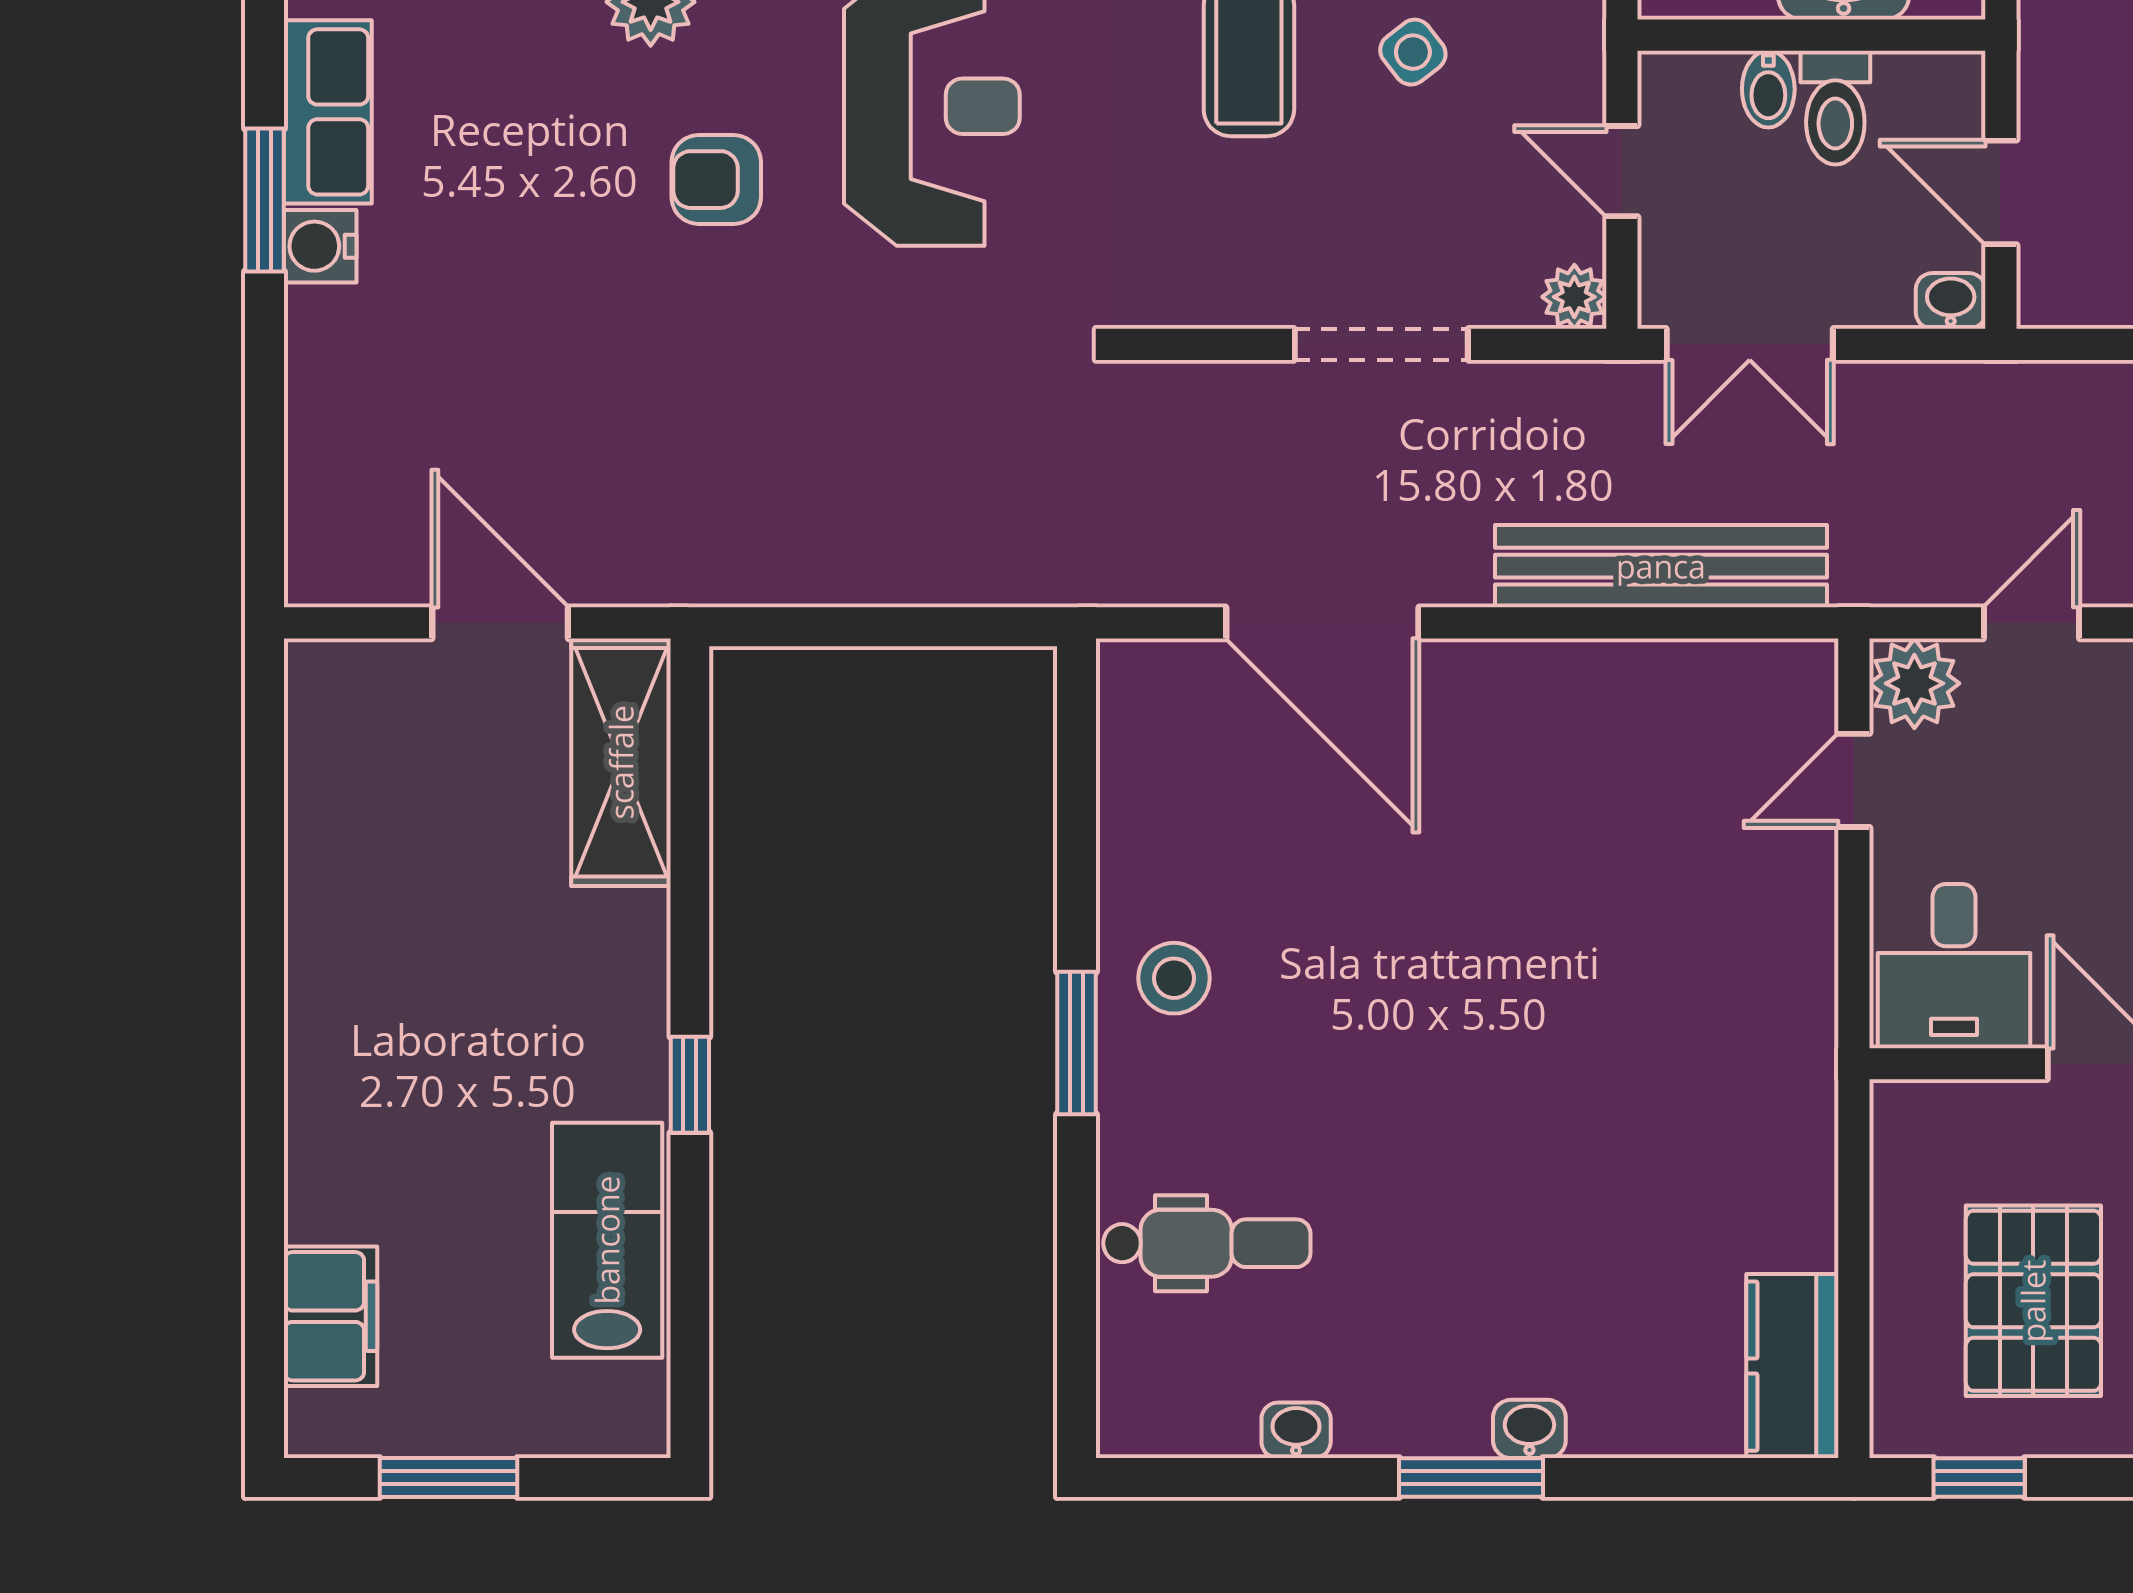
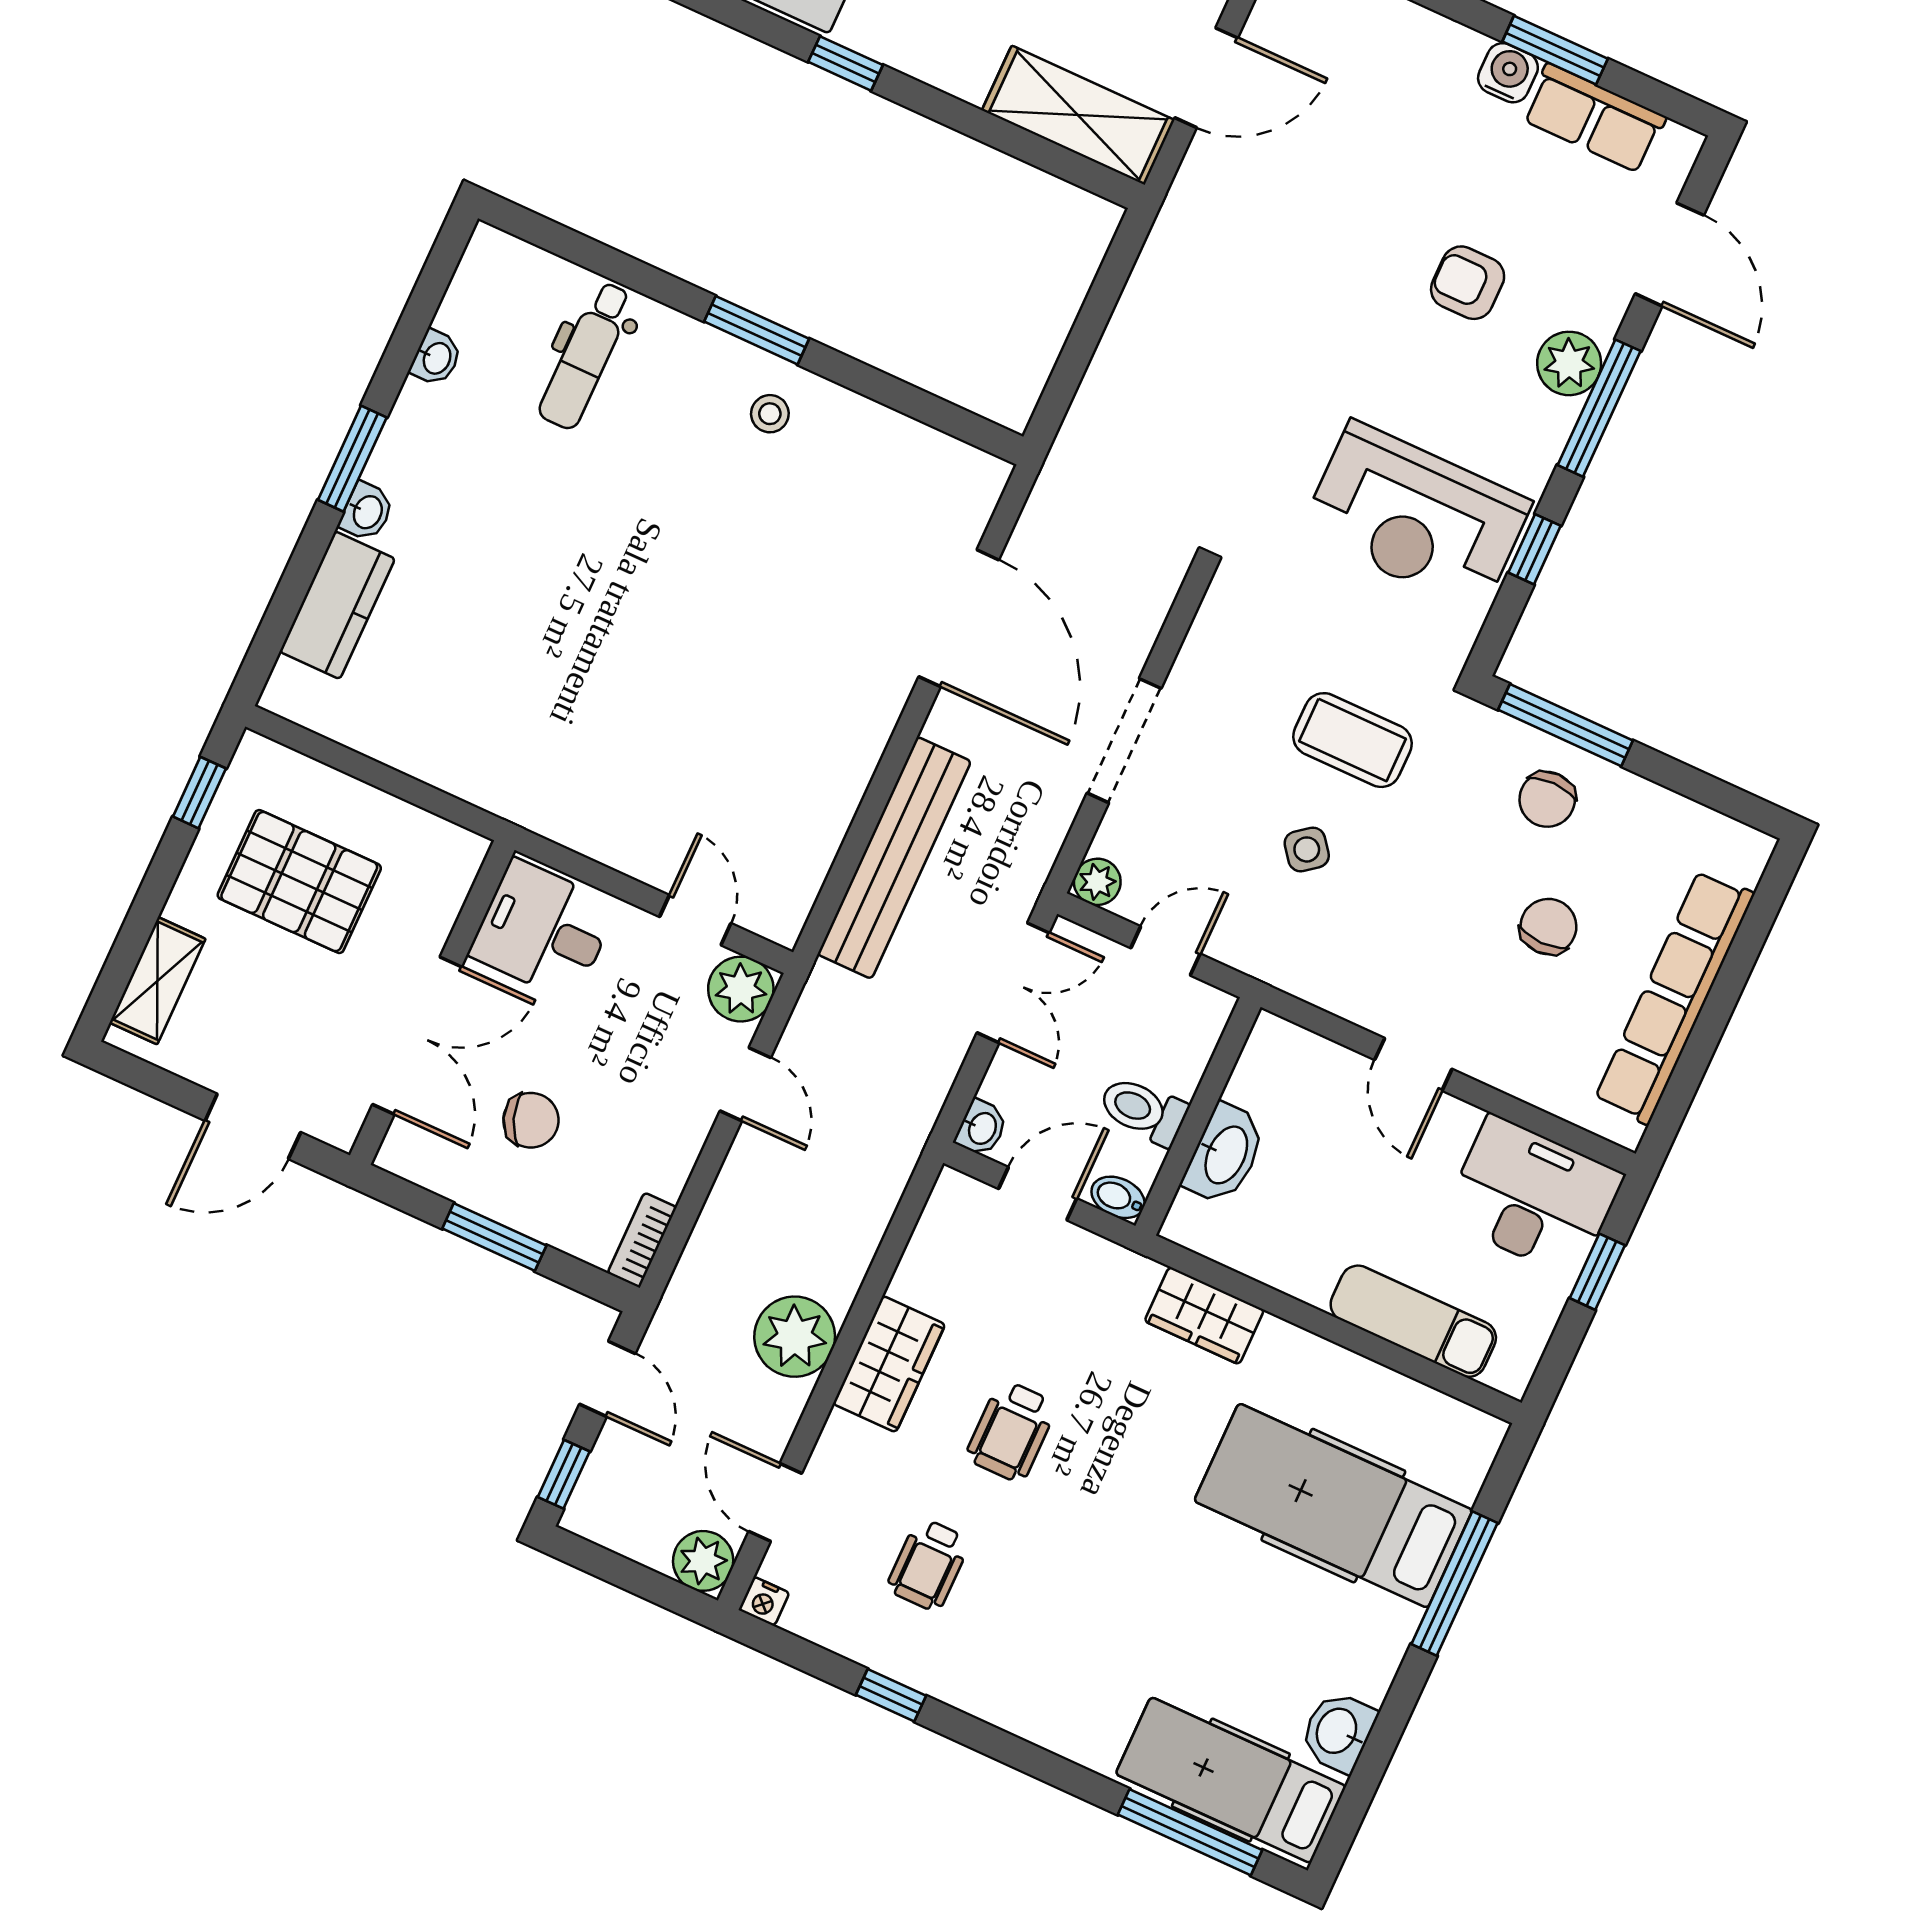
bidet: (1768, 89) -> (1118, 1197), moved
armchair: (716, 180) -> (1468, 283), moved, turned -90
double door: (1750, 344) -> (1013, 983), swing flipped
door: (1322, 623) -> (959, 618), swing flipped
stool: (1174, 978) -> (770, 414), width x0.73, depth x0.73
kitchen counter: (1792, 1366) -> (337, 605), moved, turned 90

